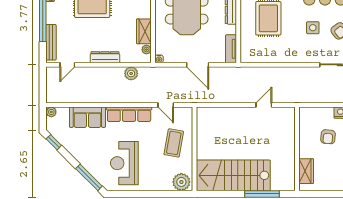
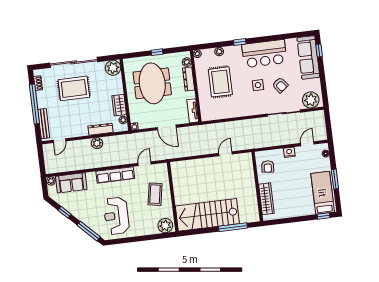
dresser: (105, 57) -> (100, 129), moved
plant: (131, 73) -> (97, 143), moved
door: (166, 105) -> (145, 164), swing flipped
sofa: (87, 117) -> (71, 183), moved
armchair: (328, 137) -> (268, 166), moved
window: (54, 142) -> (65, 212), moved
wardrobe: (306, 171) -> (266, 199), width x1.50

